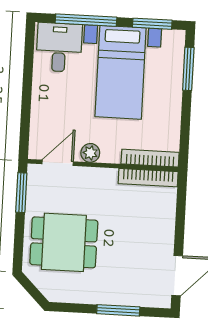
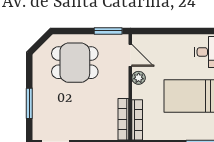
dining table: (64, 242) -> (75, 63), turned 90

